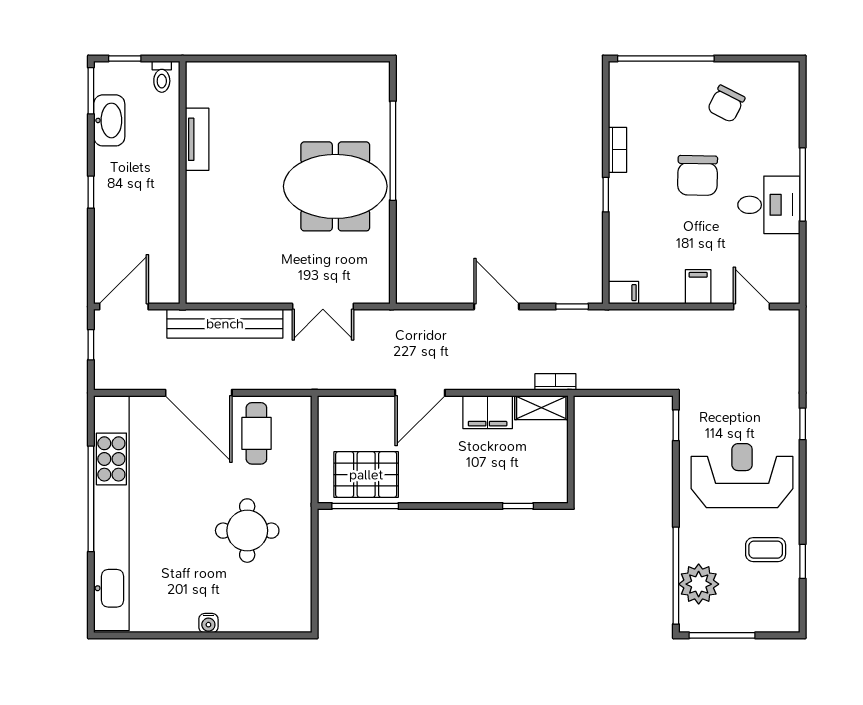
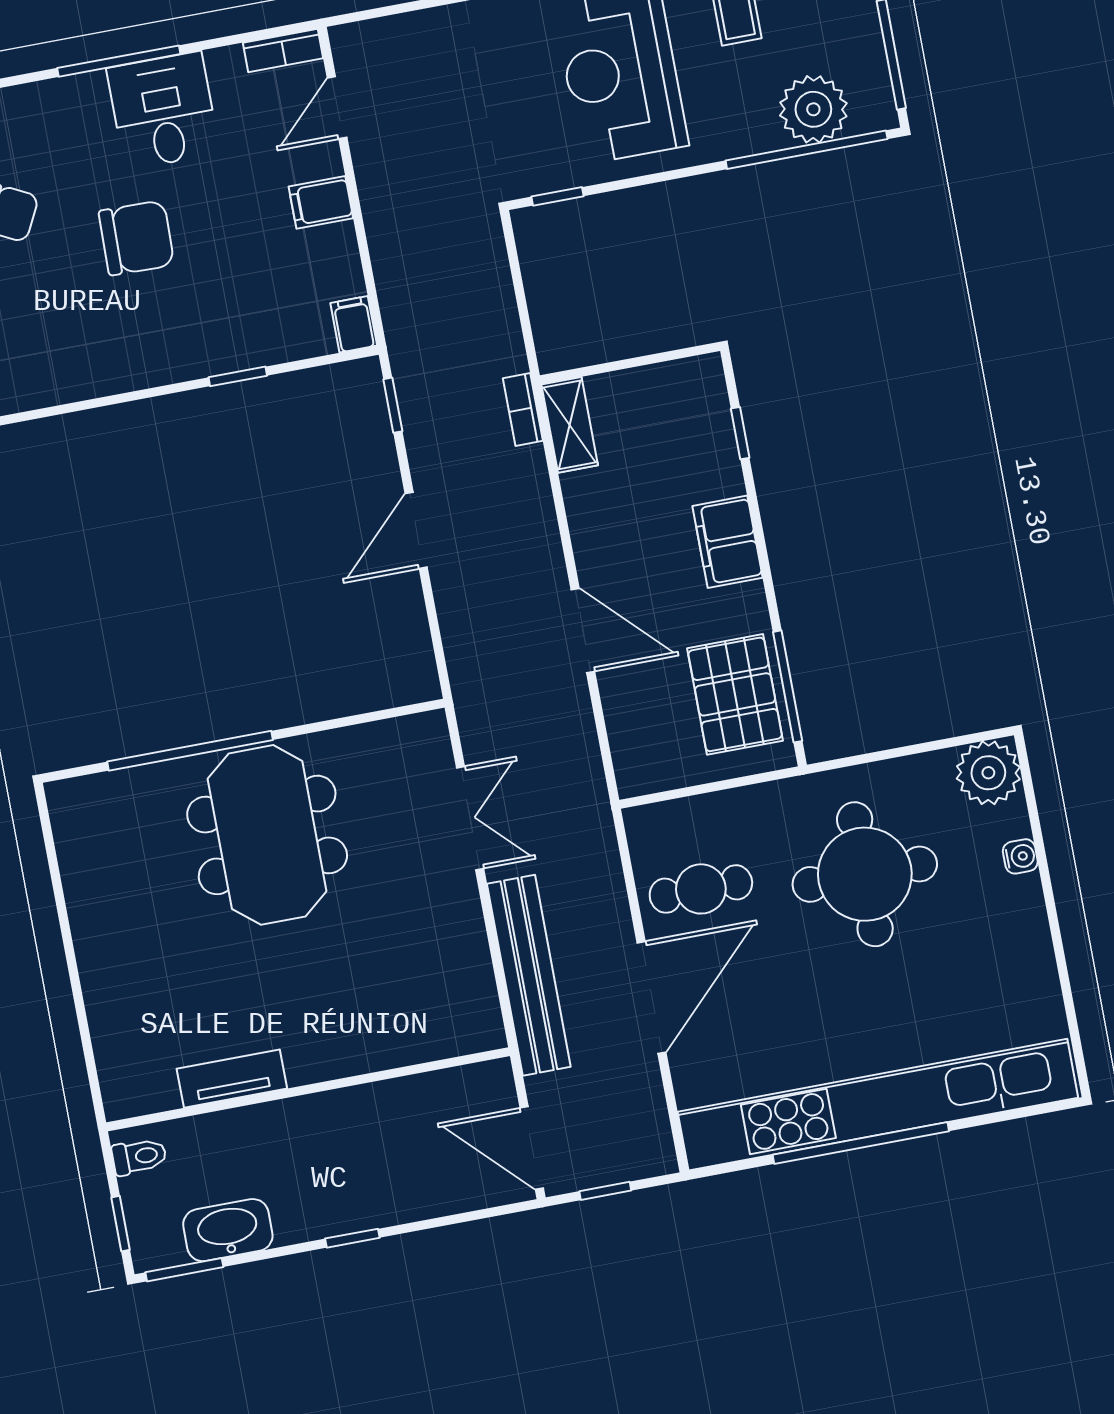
bookcase: (617, 150) -> (283, 50), moved, turned 180
window: (606, 195) -> (238, 376), moved
filing cabinet: (488, 412) -> (728, 542), moved, turned 180
round table: (247, 531) -> (865, 874), width x1.36, depth x1.36
plant: (293, 614) -> (988, 773), added
water cooler: (208, 623) -> (1020, 856), moved

